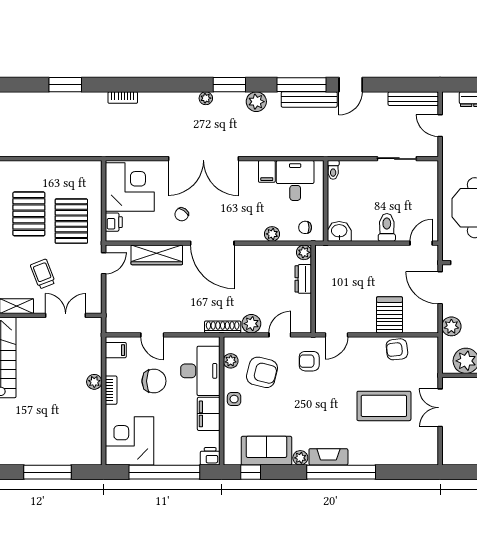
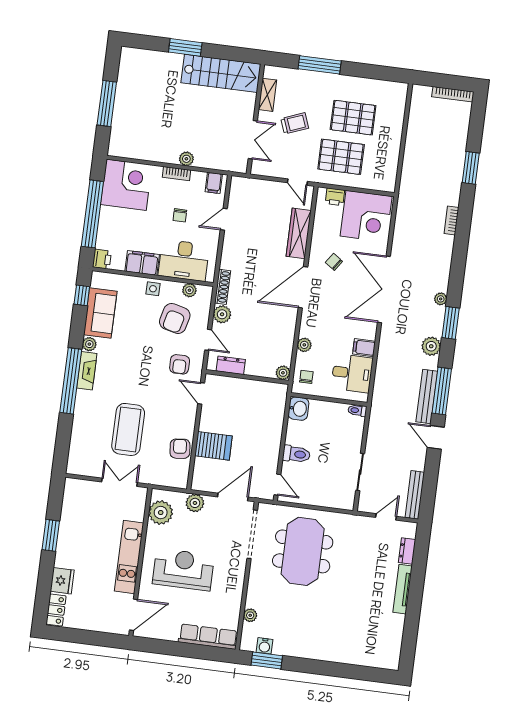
dresser: (303, 279) -> (231, 365), moved
armchair: (309, 361) -> (180, 364), turned 180
chair: (154, 381) -> (180, 215), width x0.54, depth x0.54

